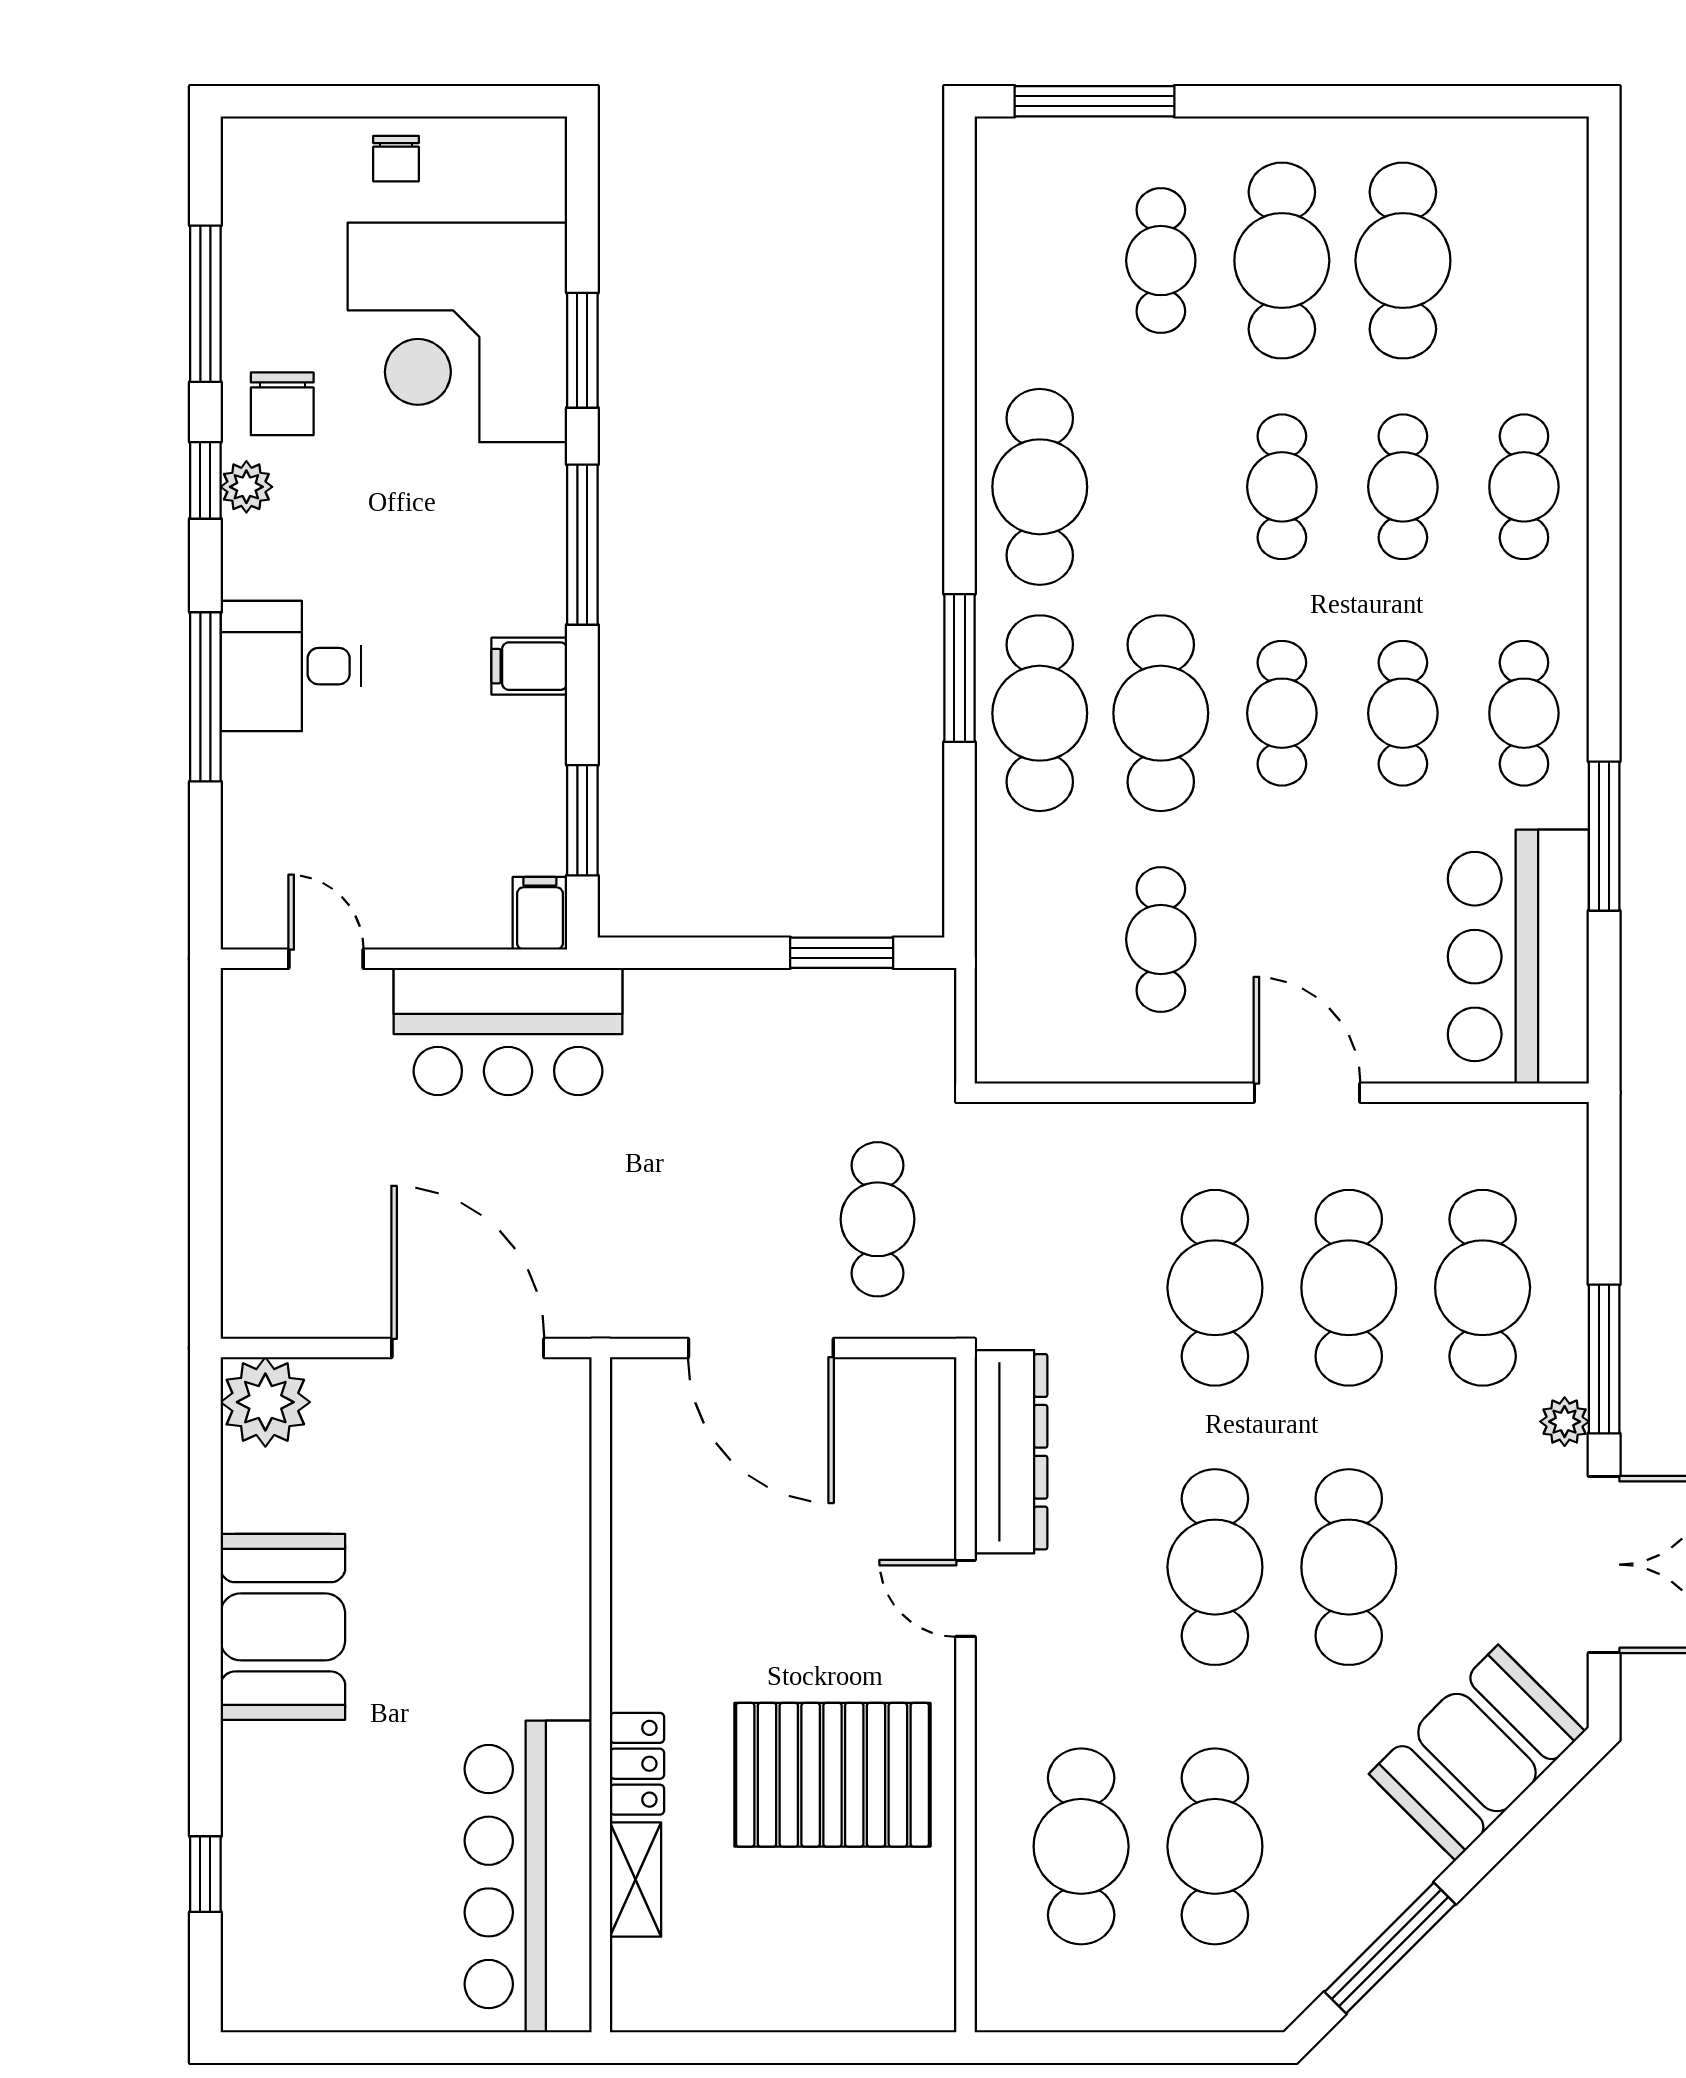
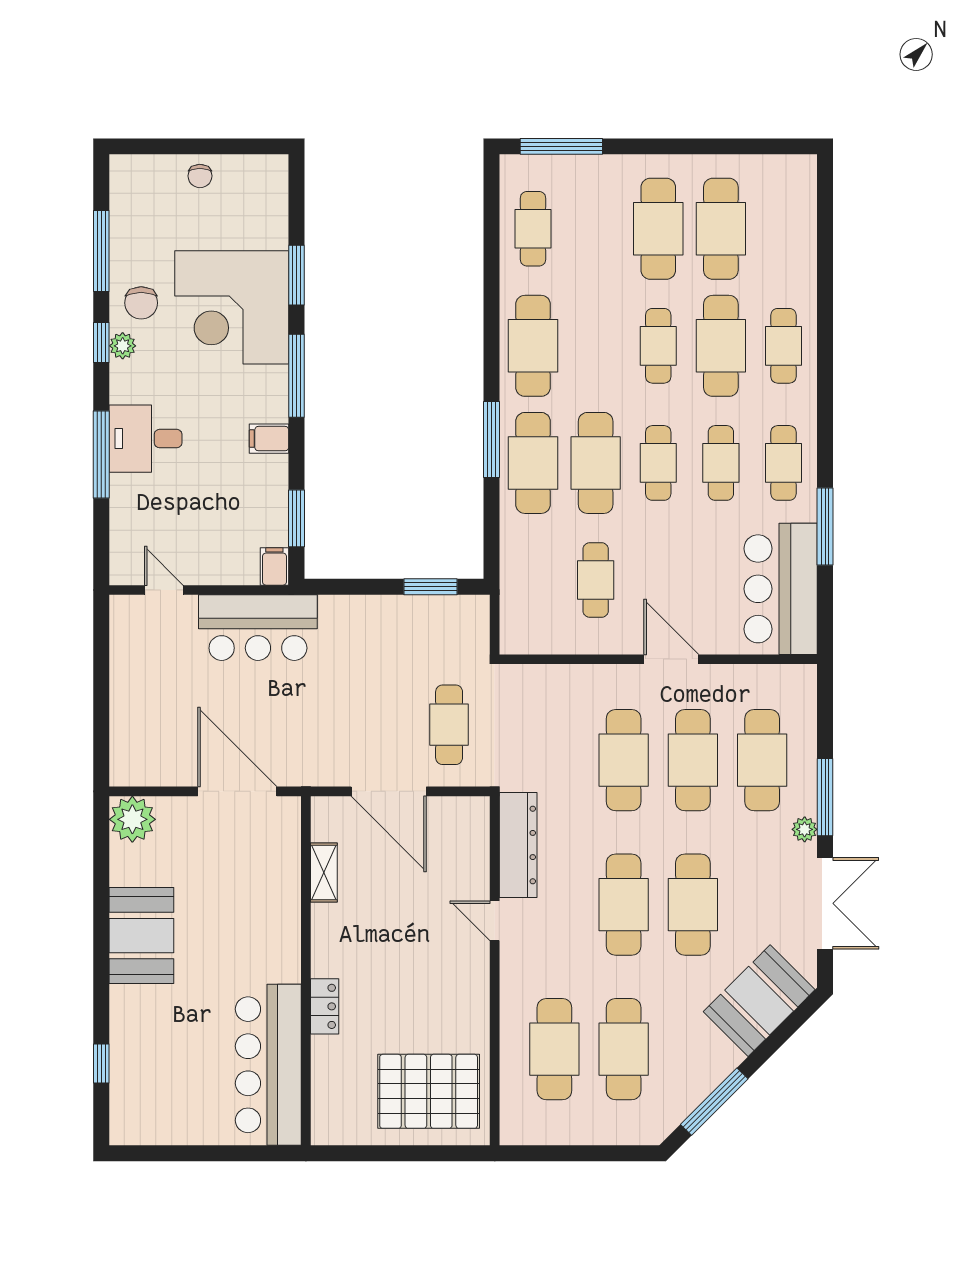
cafe table: (1161, 261) -> (533, 229), moved
corner desk: (457, 332) -> (232, 307), moved
cafe table: (1403, 487) -> (721, 346), width x1.37, depth x1.35
pallet: (832, 1775) -> (429, 1091), moved
shelving: (636, 1880) -> (324, 872), moved

